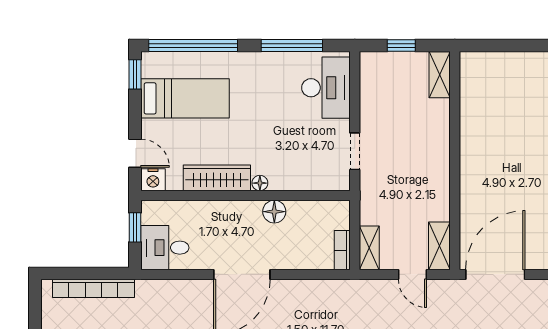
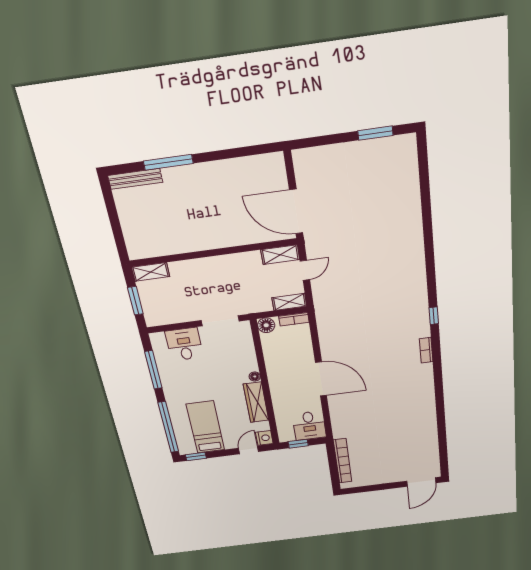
window: (401, 45) -> (135, 301), width x1.50
desk: (326, 88) -> (184, 344), width x0.73
doorway: (355, 151) -> (220, 321), width x1.38
floor lamp: (274, 212) -> (266, 325), moved

